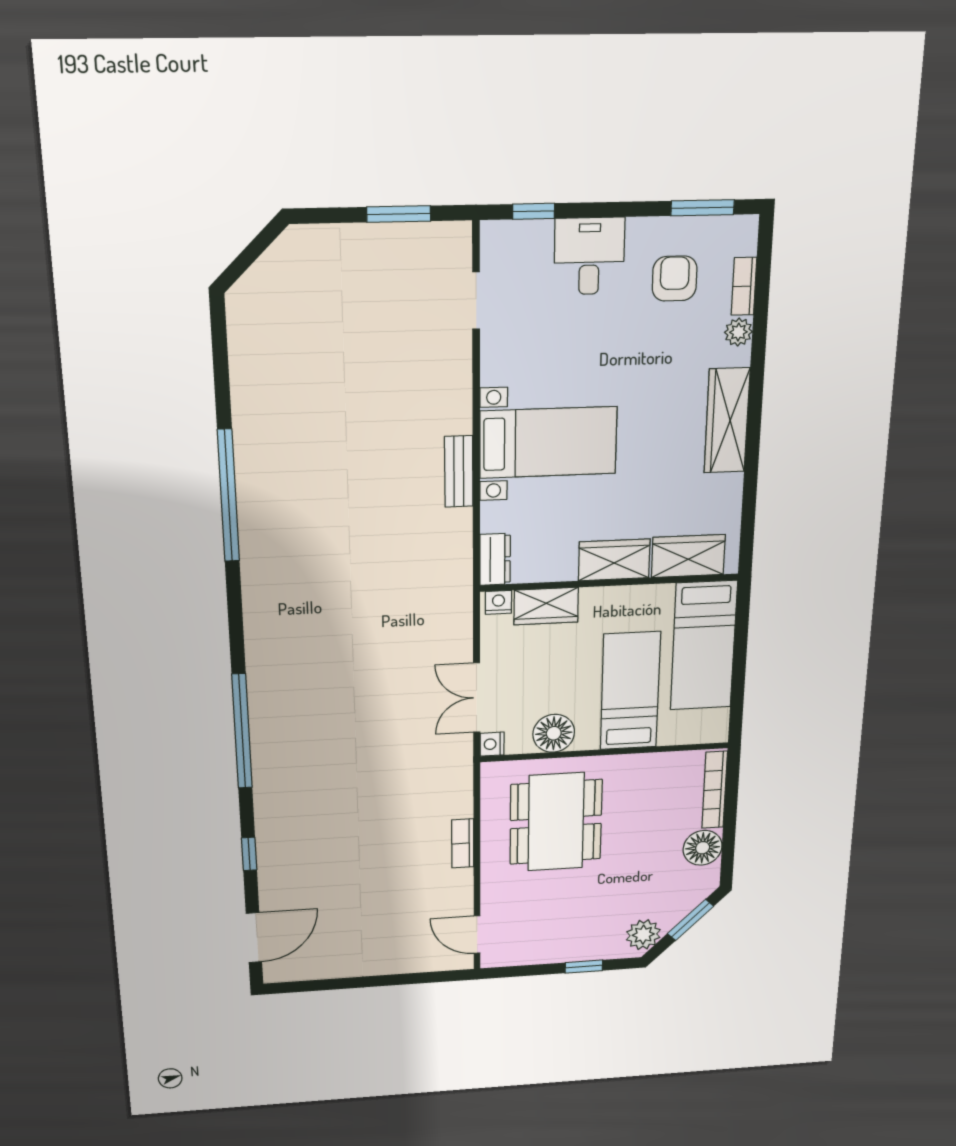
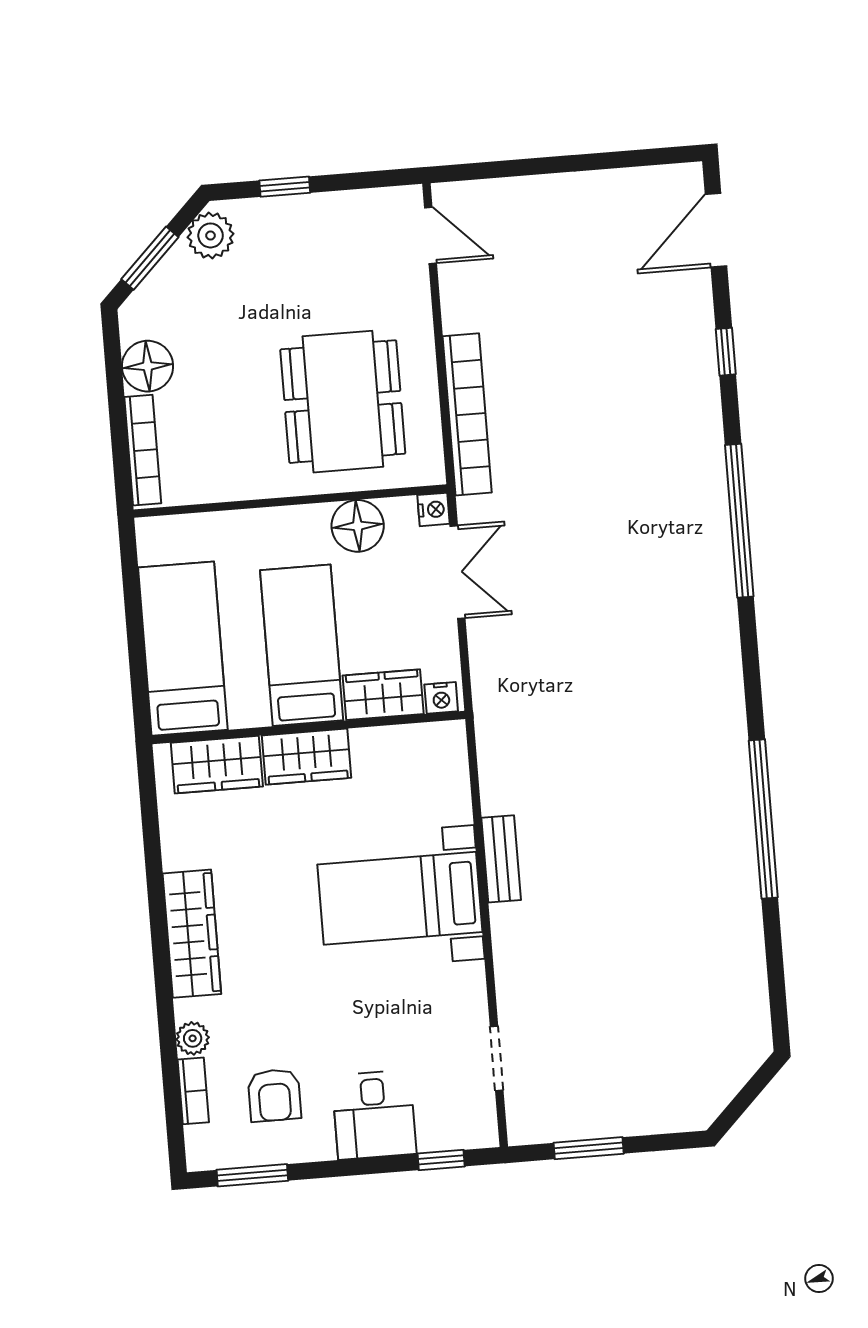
dresser: (495, 559) -> (450, 752), removed
bed: (630, 691) -> (302, 645), moved, turned 180
bookcase: (463, 843) -> (467, 414), width x2.31, depth x1.31

